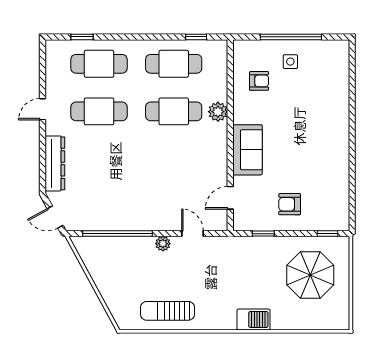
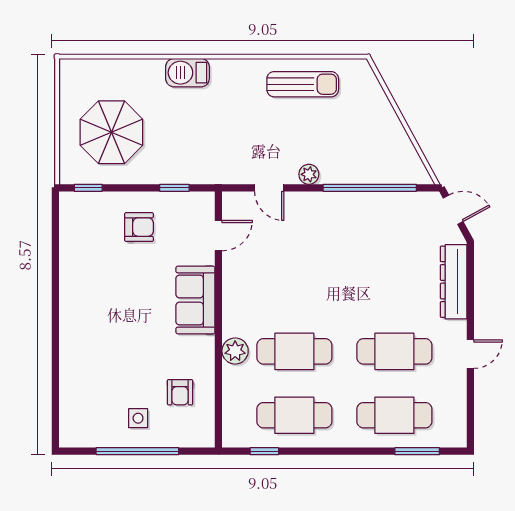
window: (82, 37) -> (417, 451), width x1.50
armchair: (259, 81) -> (180, 392), turned -90

